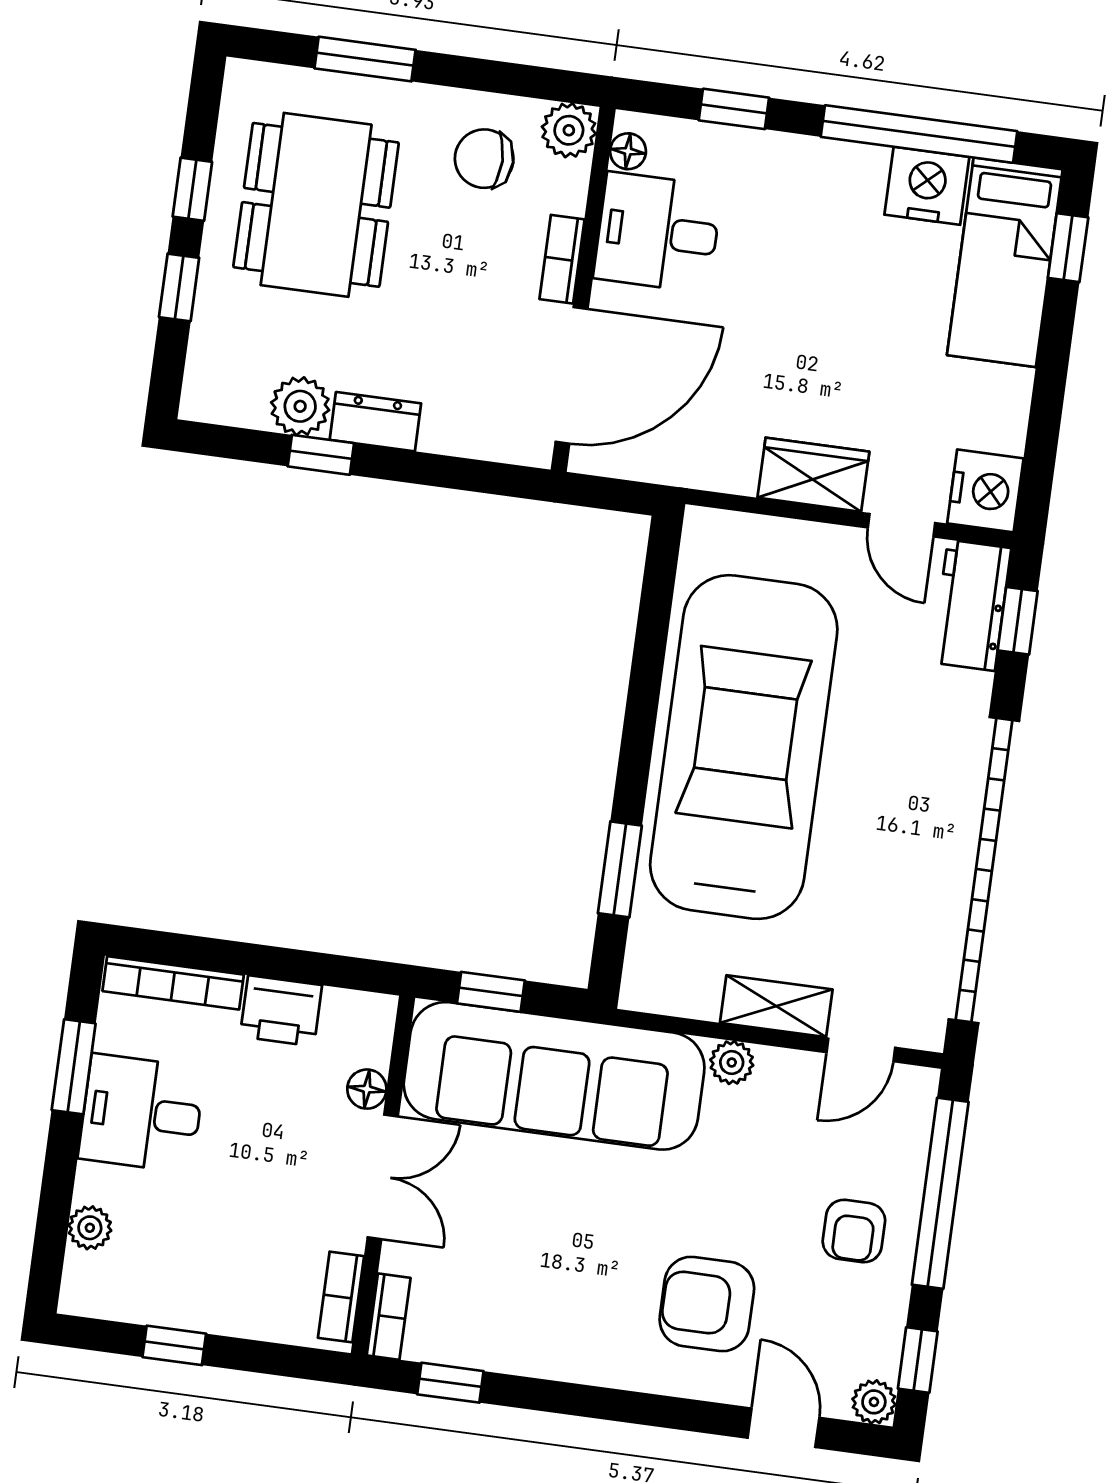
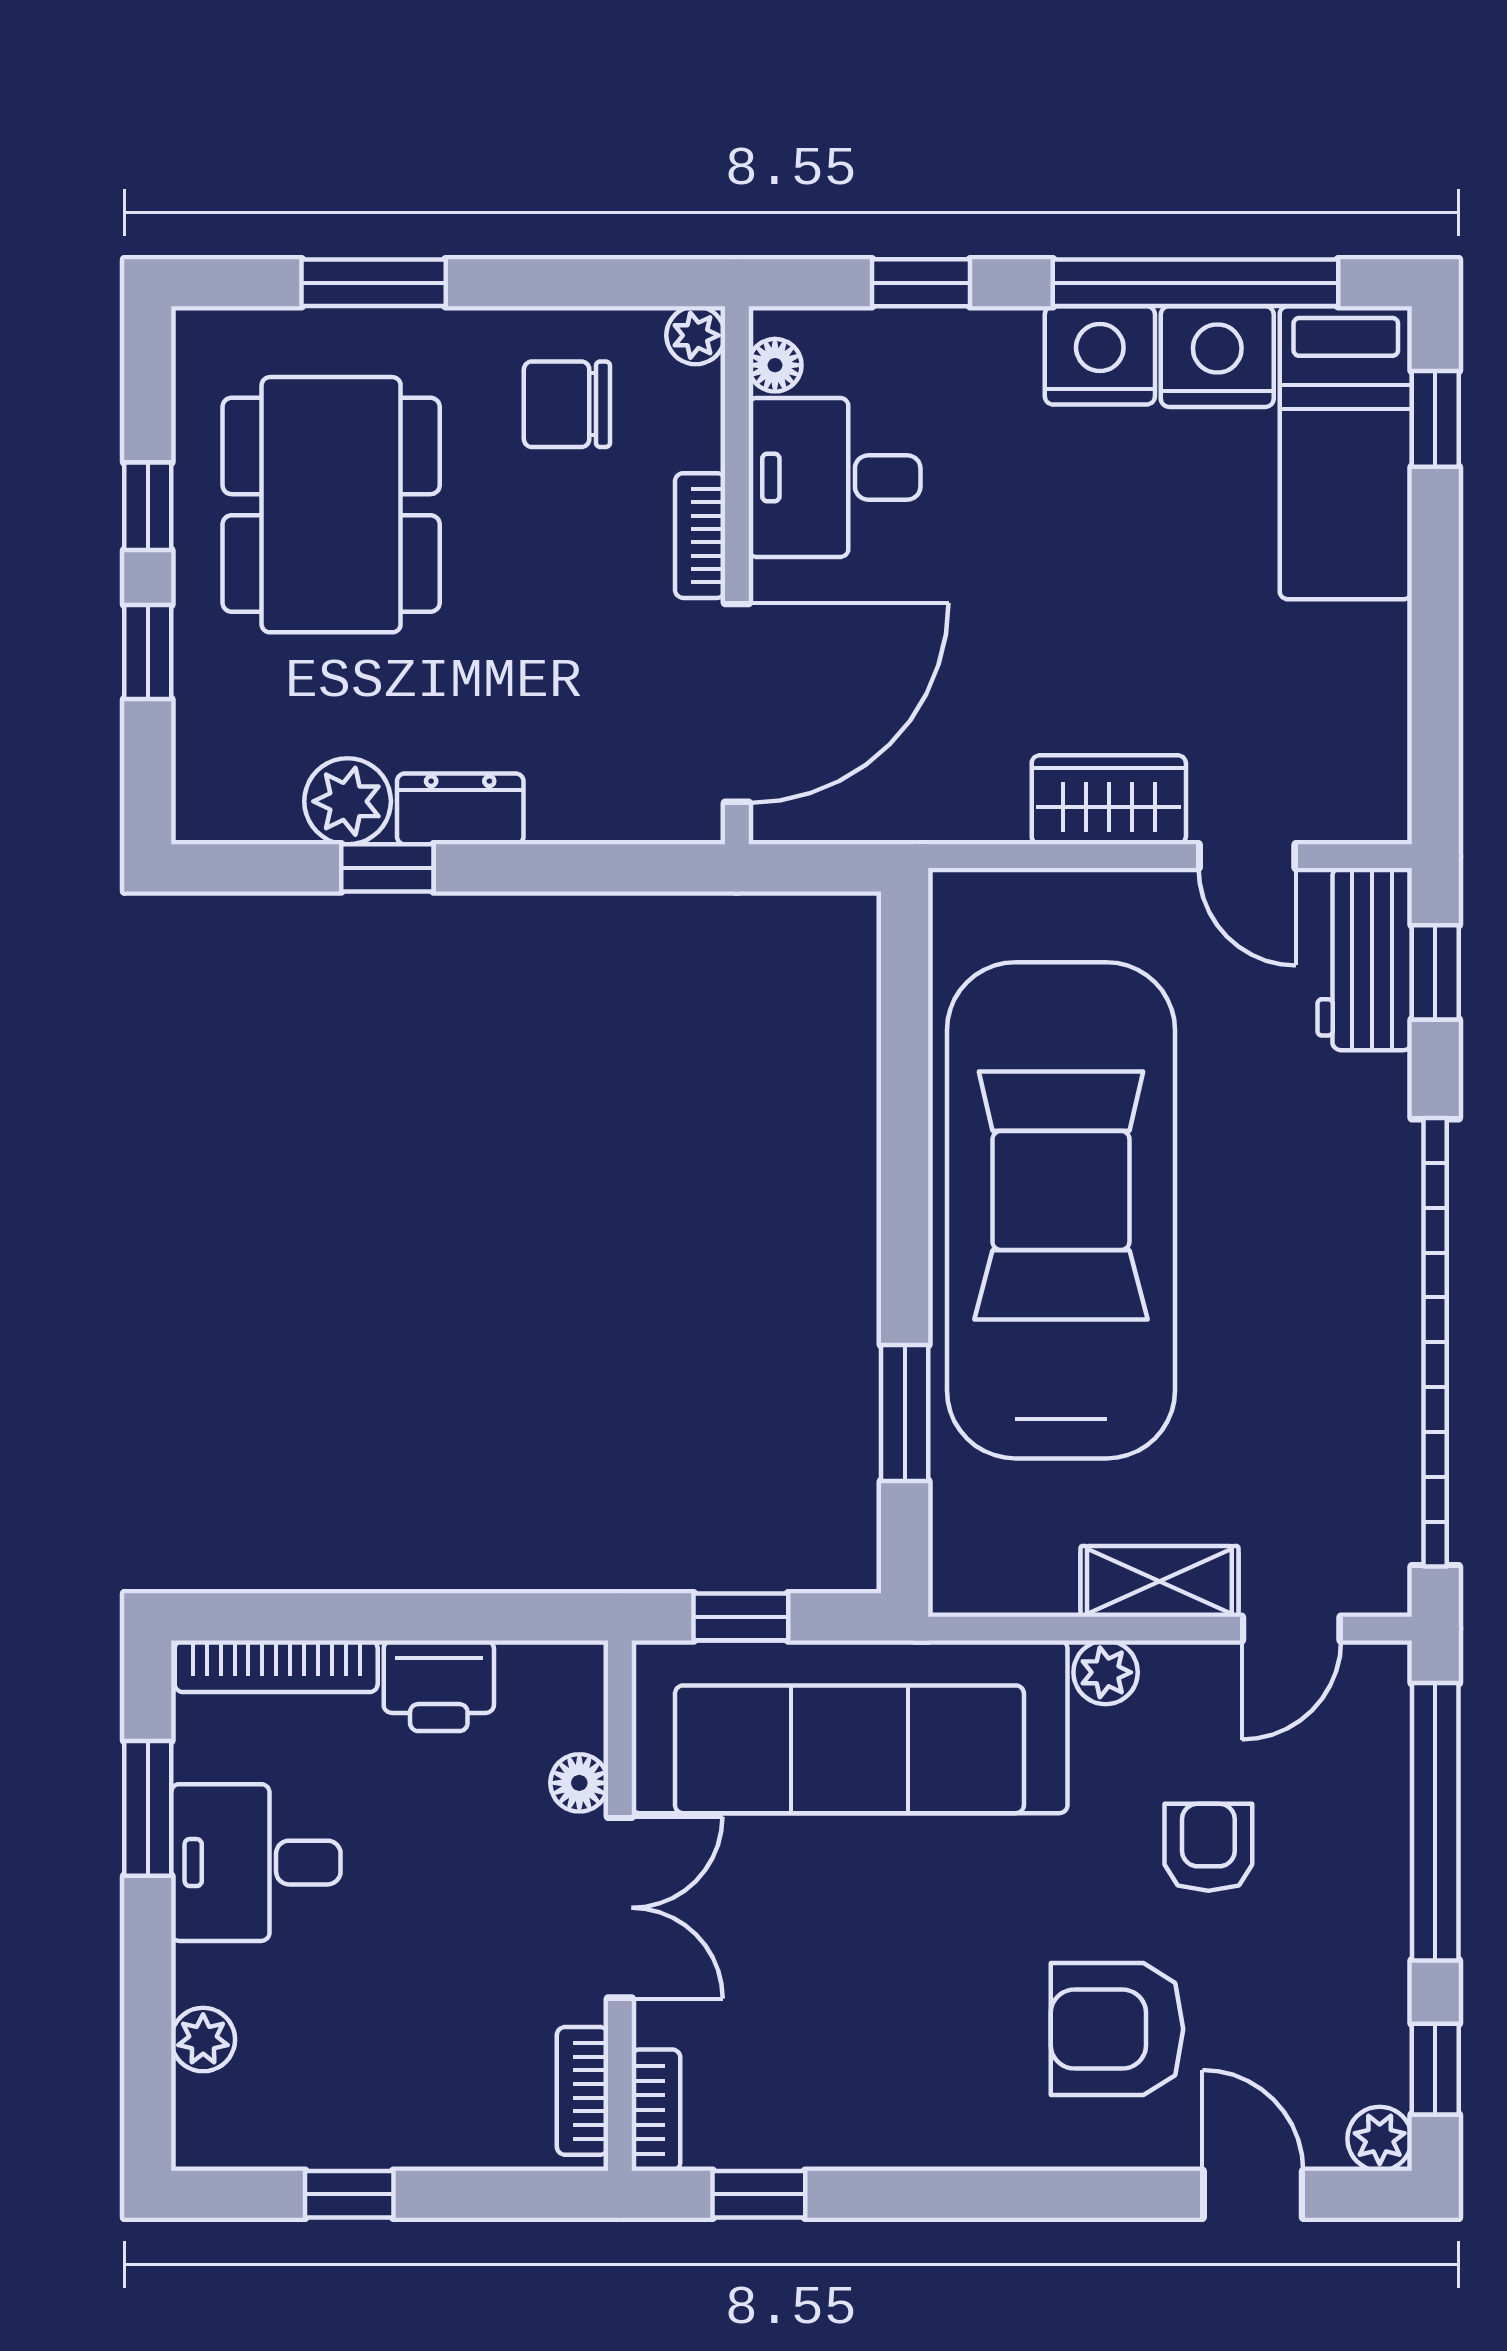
plant: (569, 130) -> (696, 335), width x0.73, depth x0.73
nightstand: (985, 491) -> (1100, 355), moved, turned -90
armchair: (854, 1231) -> (1208, 1847), moved, turned 180

